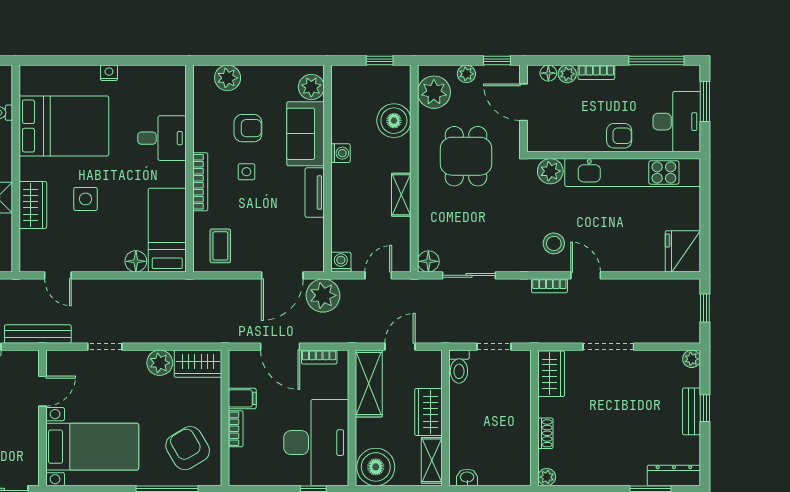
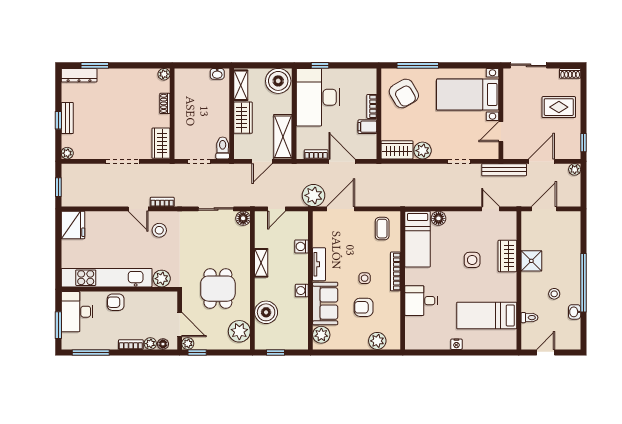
plant: (466, 74) -> (188, 344), moved
bed: (64, 126) -> (487, 315), width x0.67
washing machine: (341, 262) -> (302, 246), moved, turned 90

